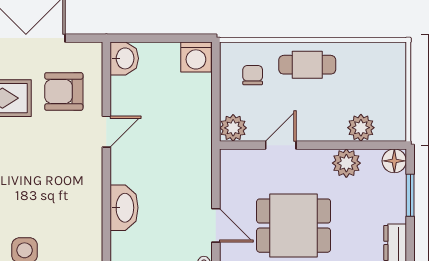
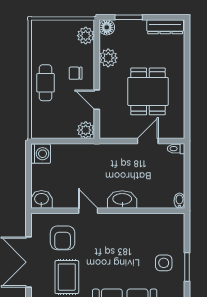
chair: (253, 75) -> (76, 73), moved
plant: (361, 128) -> (86, 36), moved
washbasin: (124, 208) -> (122, 199), moved

